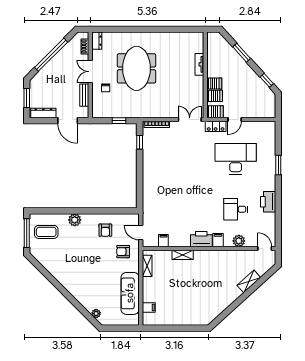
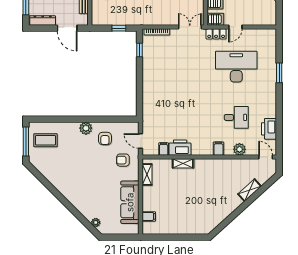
printer: (268, 202) -> (269, 129), moved
desk: (236, 209) -> (236, 117), turned 180
plant: (75, 220) -> (86, 128), moved
printer: (201, 239) -> (180, 148), moved

